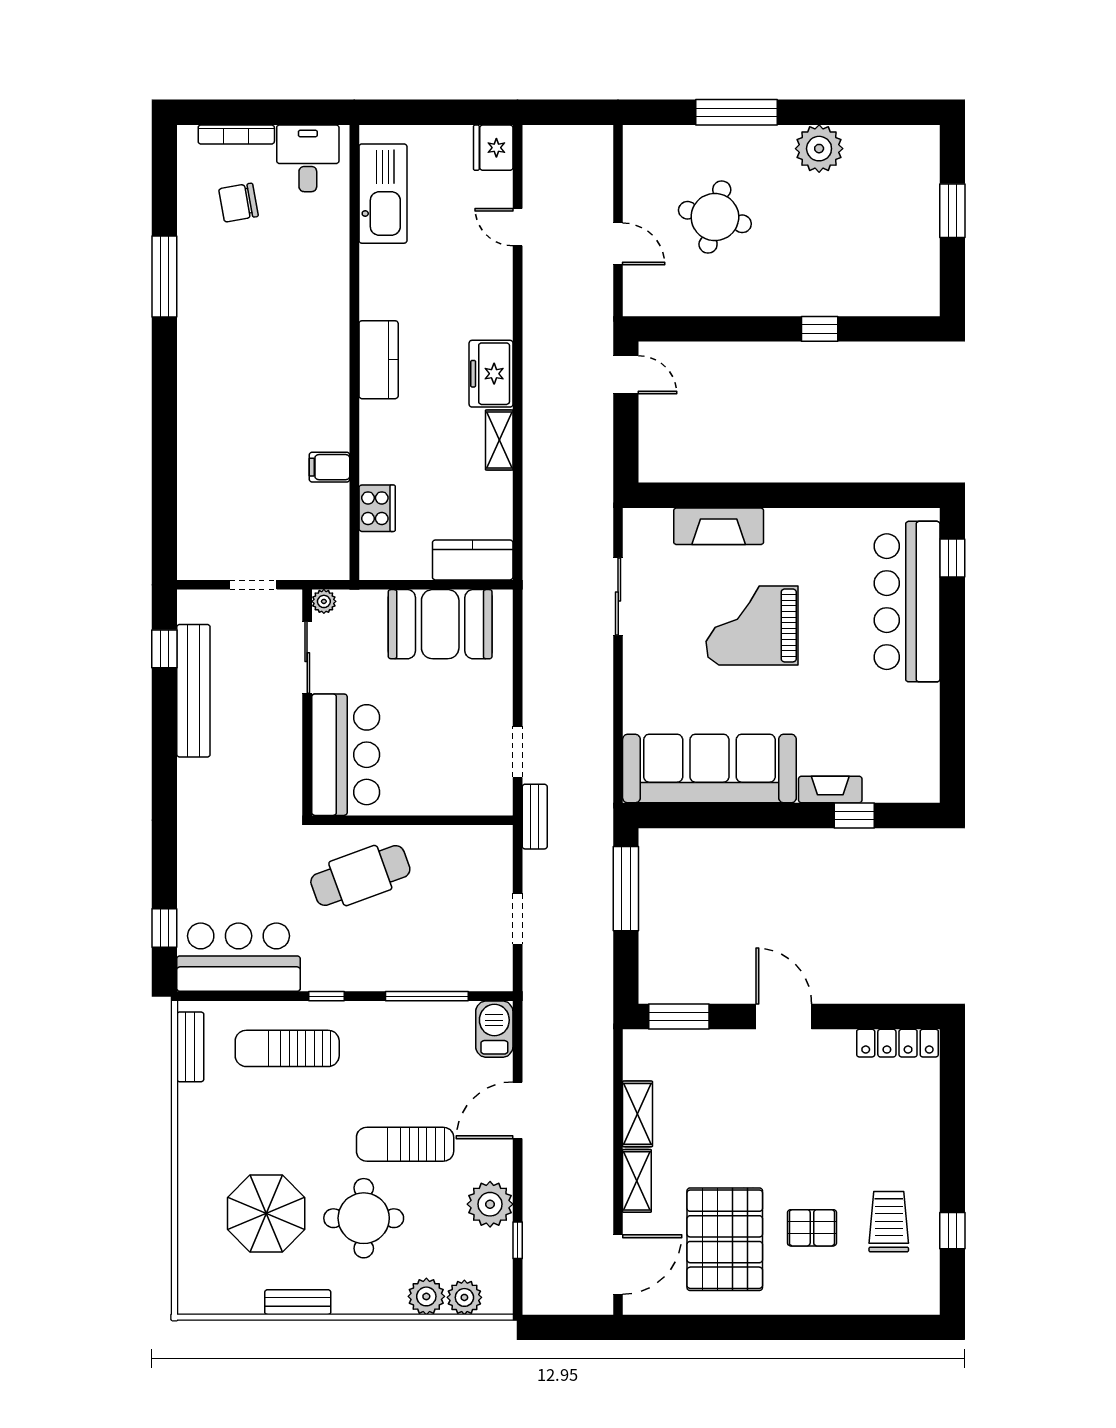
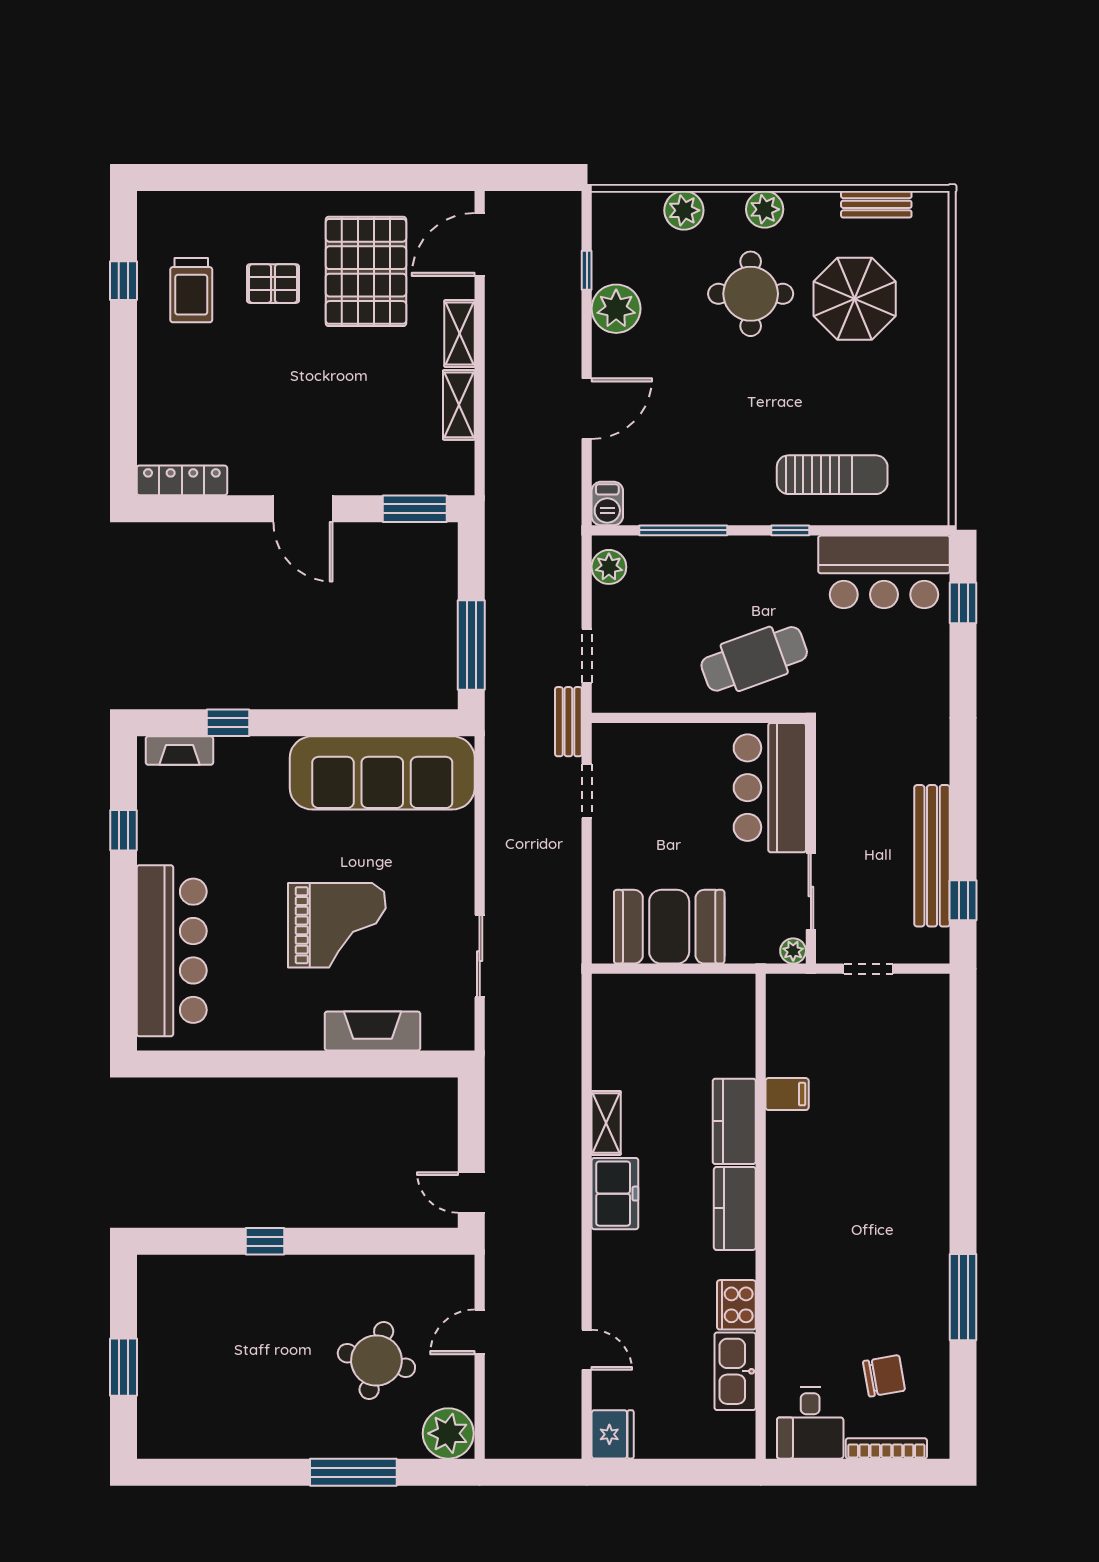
plant: (819, 149) -> (448, 1433), moved
kitchen sink: (383, 194) -> (735, 1371), width x0.73, depth x0.81
door: (618, 244) -> (480, 1332), hinge flipped
cooker: (377, 508) -> (736, 1305), moved
window: (952, 558) -> (123, 830), moved
kitchen counter: (473, 560) -> (734, 1121), moved, turned 90
fireplace: (830, 789) -> (179, 751), moved
doorway: (518, 919) -> (587, 656), moved
plant: (497, 962) -> (609, 567), added
barbecue: (494, 1029) -> (607, 503), width x0.73, depth x0.79
bench: (190, 1047) -> (935, 476), removed
sun lounger: (405, 1144) -> (707, 373), removed
plant: (464, 1297) -> (765, 209), moved
bench: (298, 1302) -> (876, 204), moved

